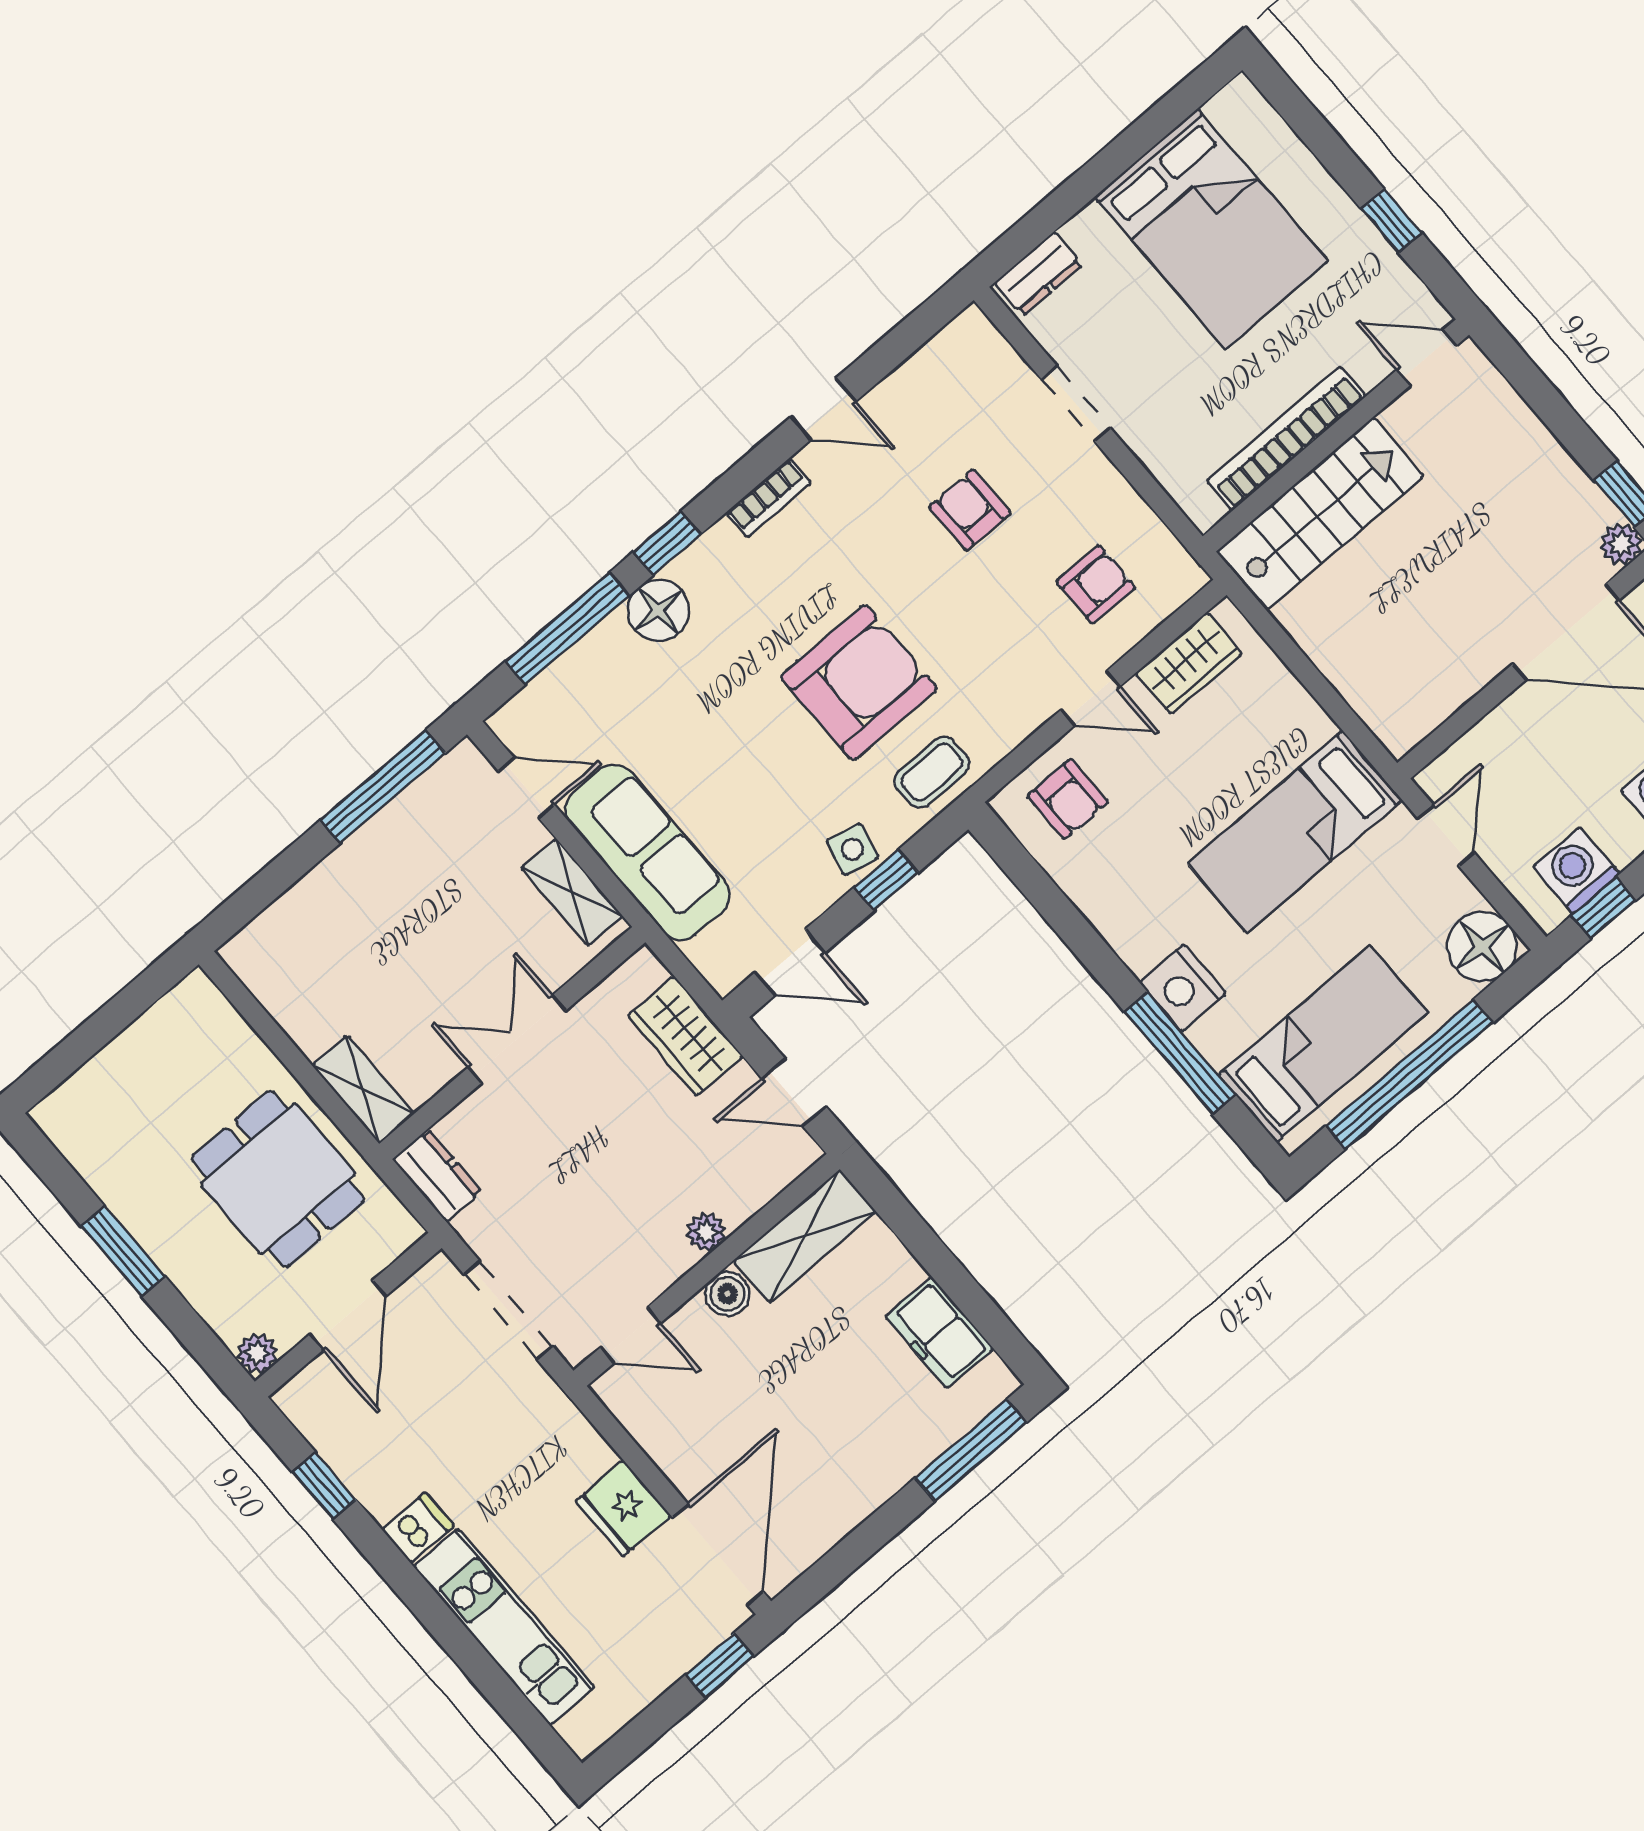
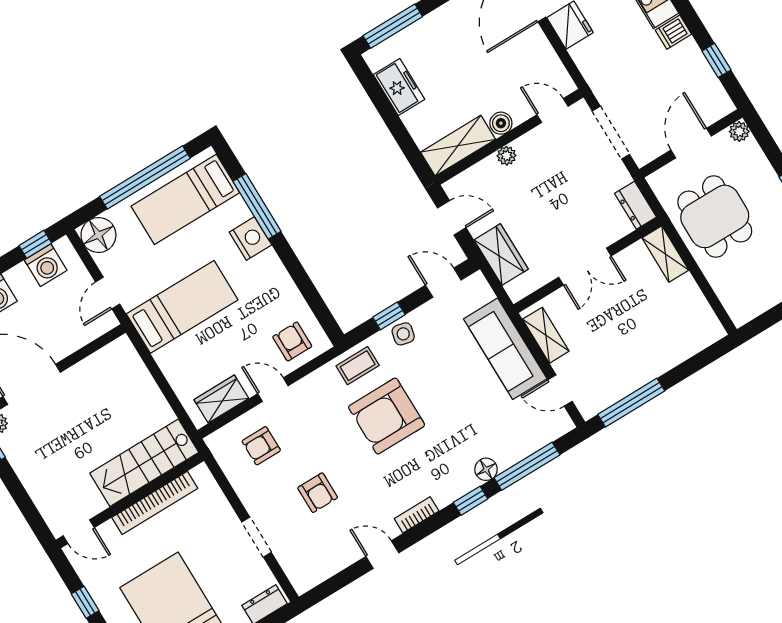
floor lamp: (658, 610) -> (486, 469), width x0.73, depth x0.73

